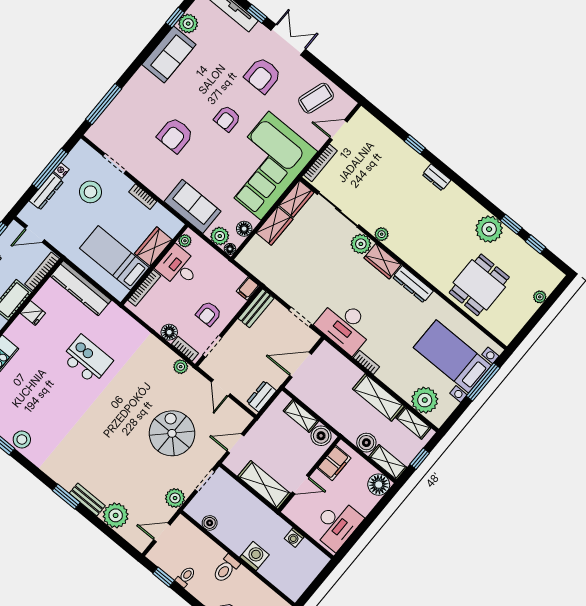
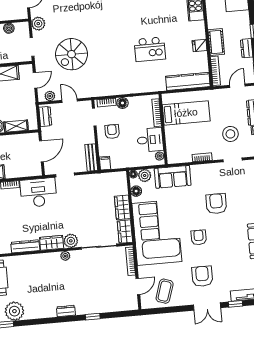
wardrobe: (153, 247) -> (172, 138), removed
plant: (181, 367) -> (50, 96), moved
spiral stairs: (172, 433) -> (71, 54), turned 90

